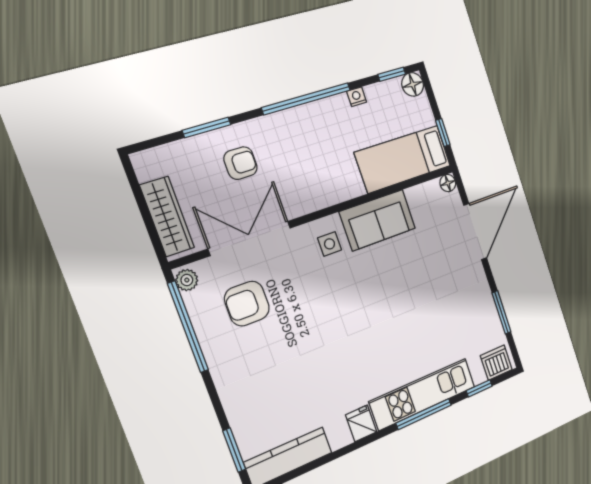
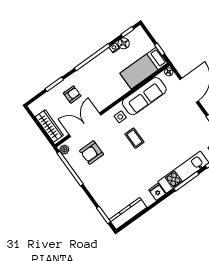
floor lamp: (413, 84) -> (124, 43), moved
sofa: (378, 220) -> (144, 96), width x1.36
coffee table: (346, 297) -> (134, 138), added

